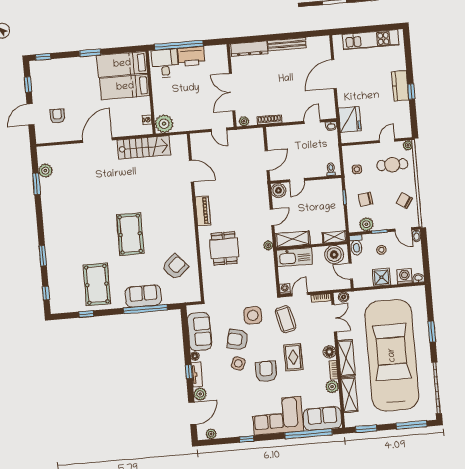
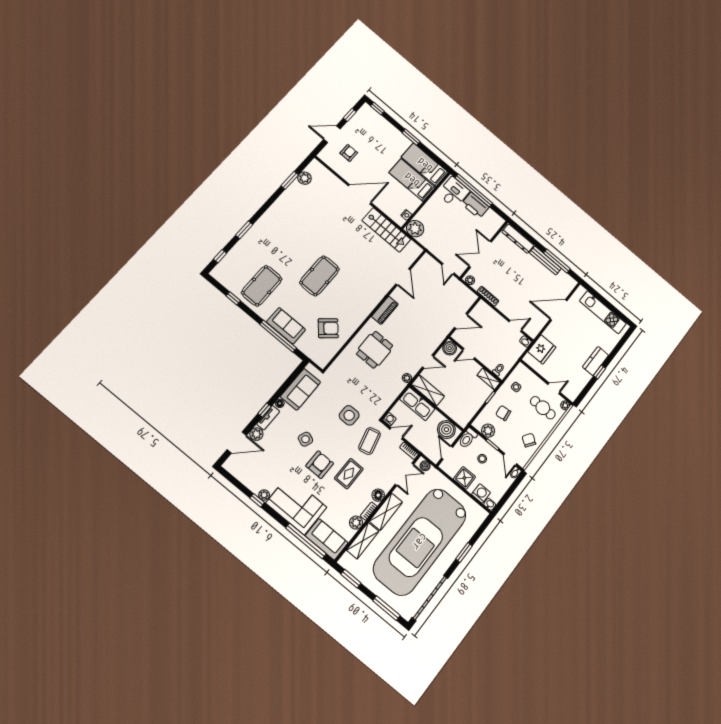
window: (296, 35) -> (557, 261), added
shelving: (334, 237) -> (489, 379), moved
armchair: (238, 340) -> (322, 422), removed
car: (392, 355) -> (420, 542), turned 180
plant: (211, 434) -> (264, 495), moved

